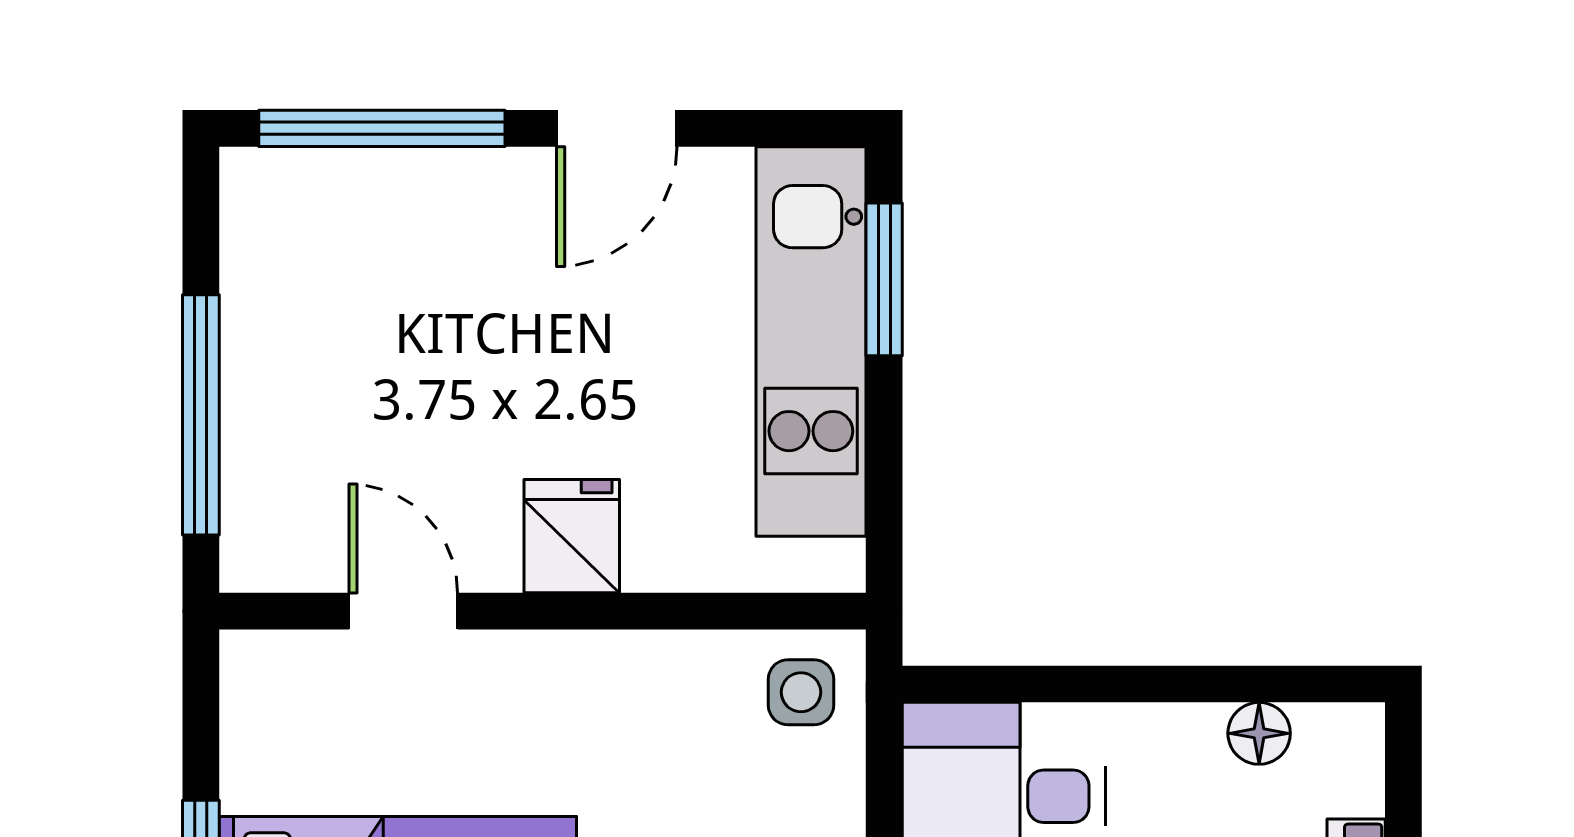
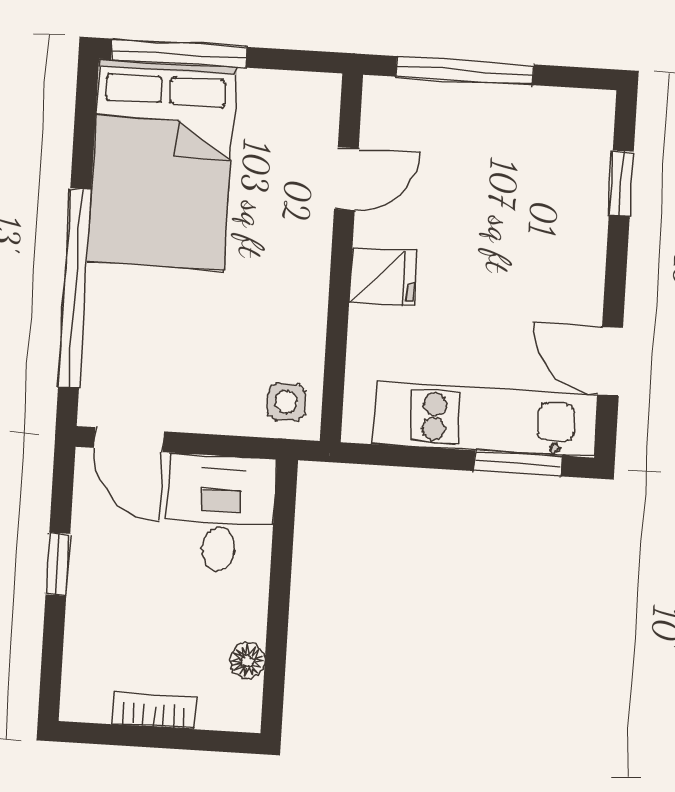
window: (382, 128) -> (621, 183), width x0.46
door: (617, 128) -> (610, 361), moved

